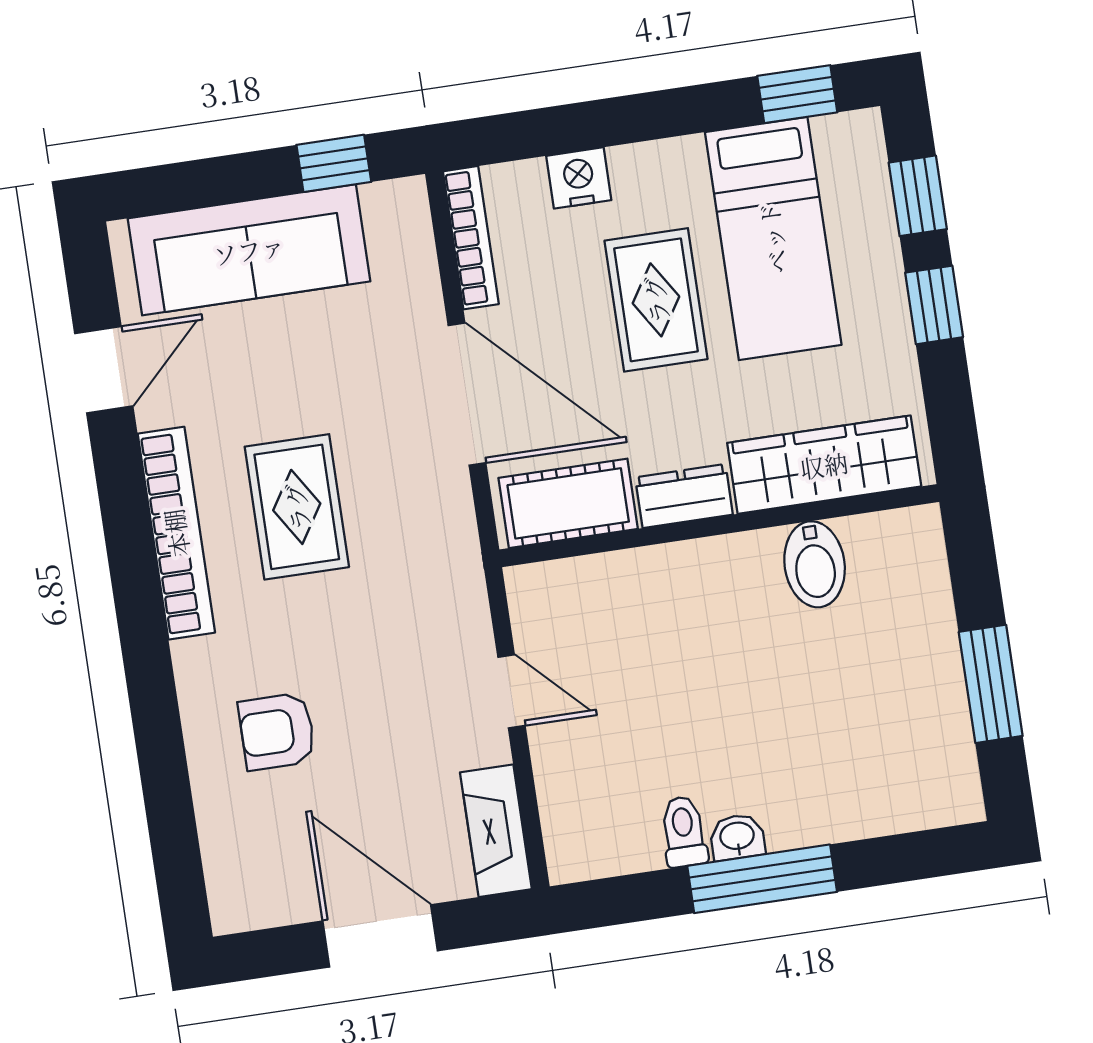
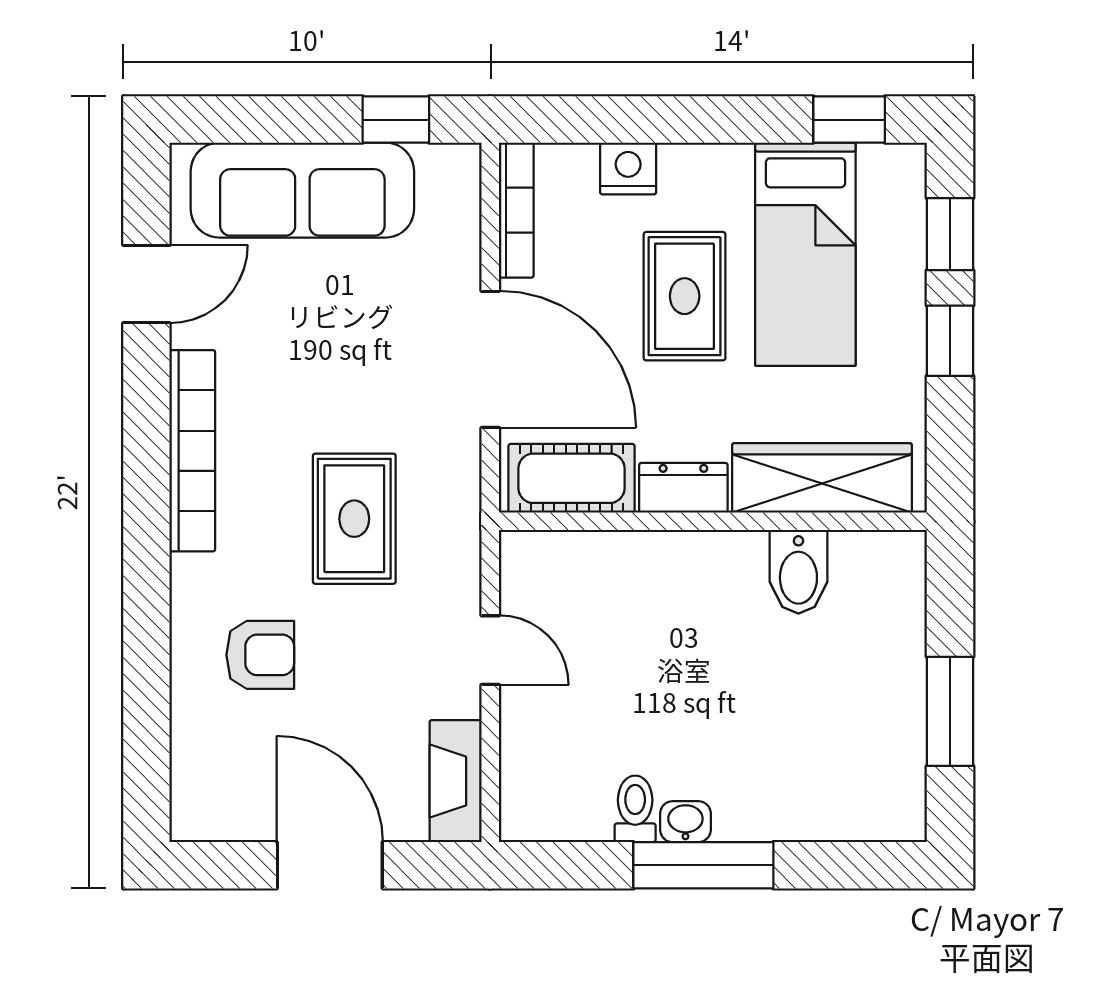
rug: (297, 507) -> (354, 519), moved
armchair: (277, 731) -> (260, 655), turned 180

